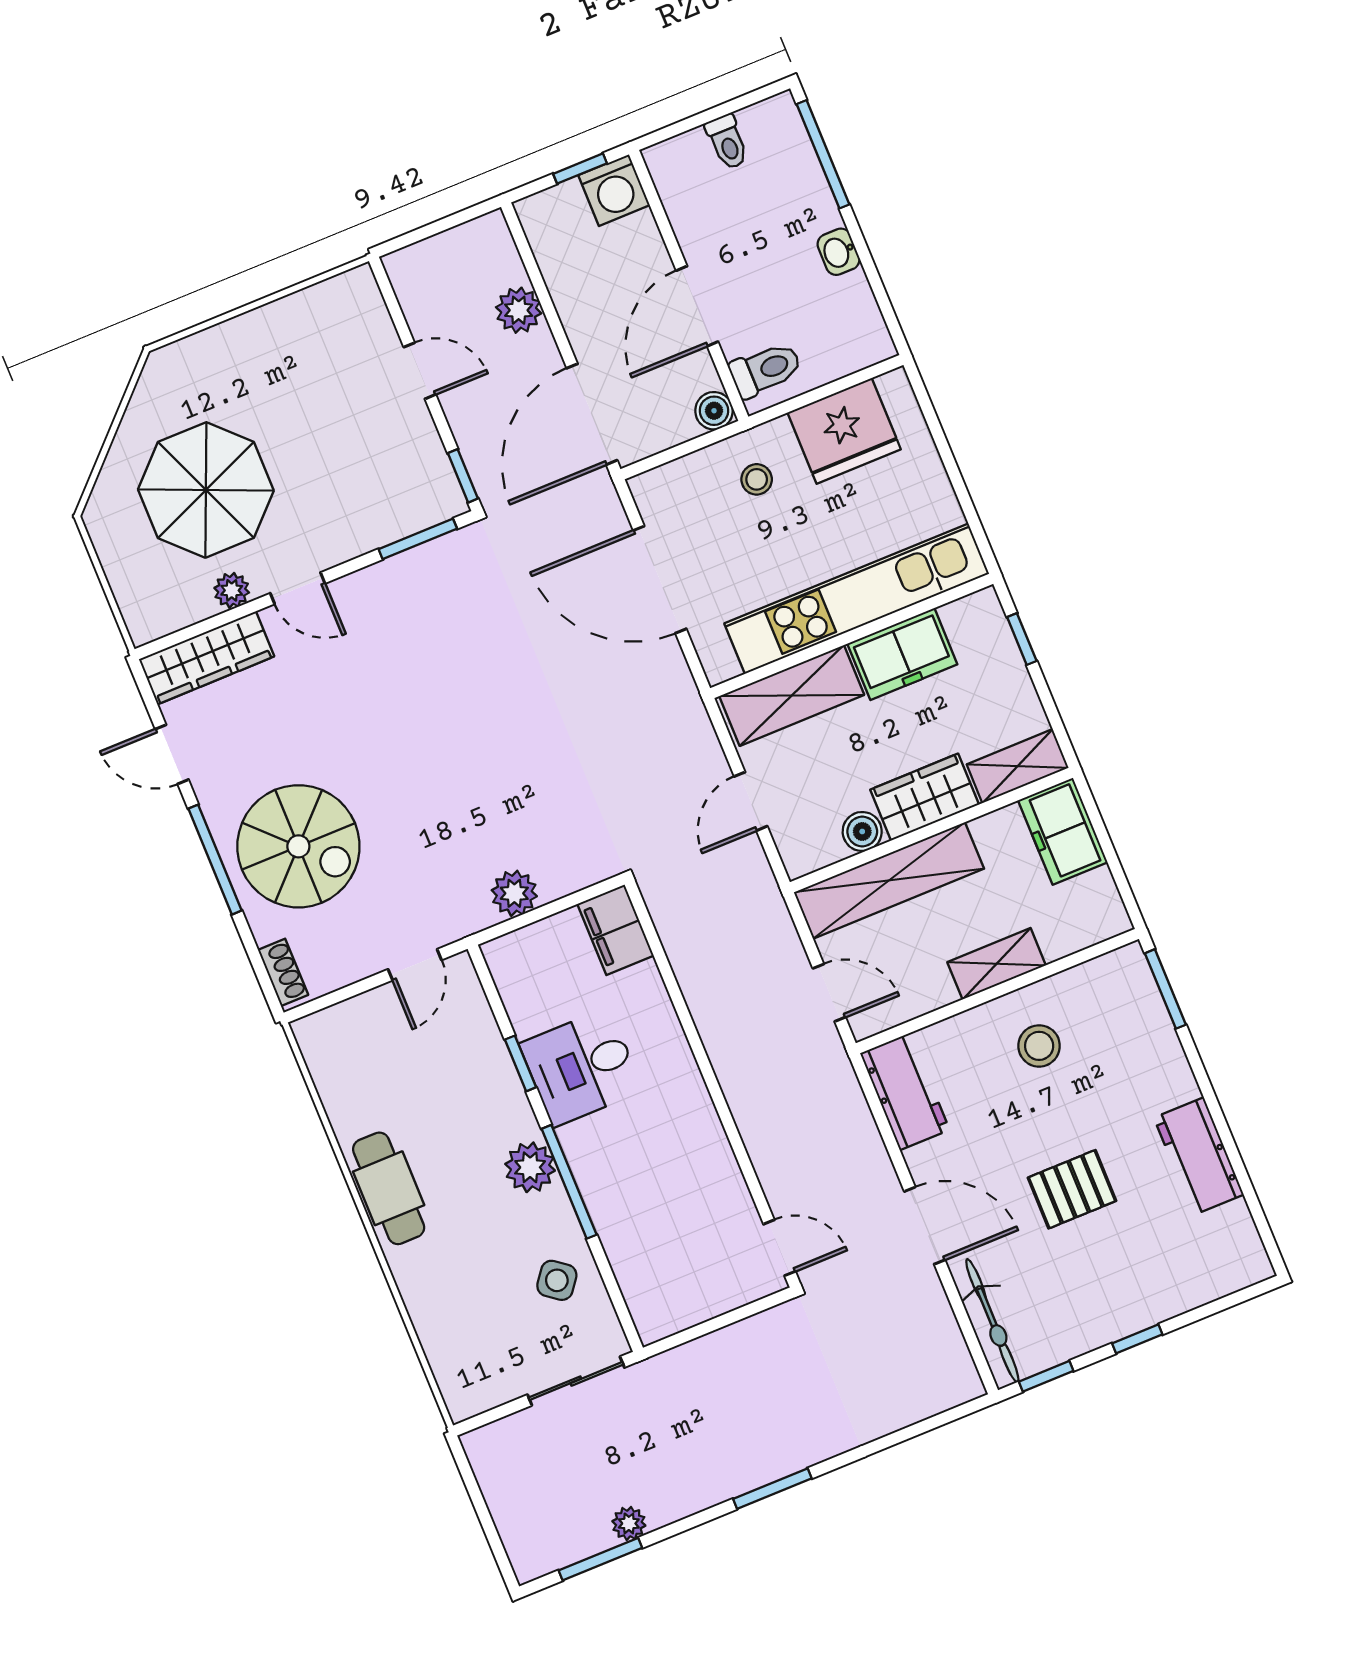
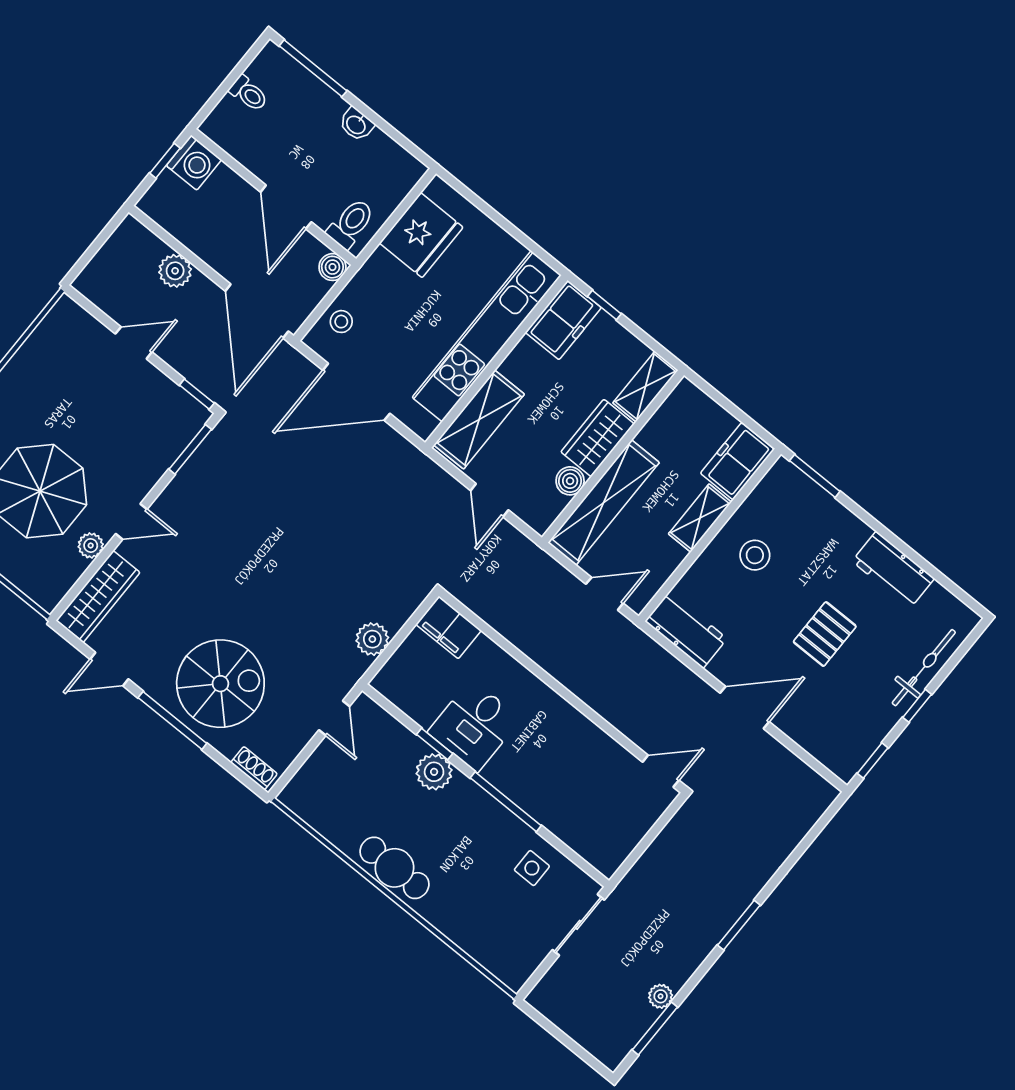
stool: (757, 479) -> (341, 322), moved
freezer: (902, 654) -> (563, 320), moved
freezer: (1063, 831) -> (737, 461), moved, turned 90
plant: (530, 1167) -> (434, 772), moved
side table: (557, 1280) -> (532, 868), turned -37
bicycle: (992, 1321) -> (924, 668), moved, turned -90

